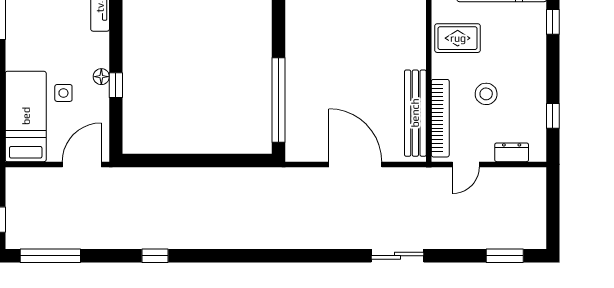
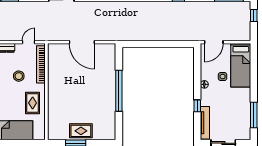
rug: (458, 38) -> (33, 103), turned 90
window: (116, 85) -> (197, 106), moved
window: (278, 100) -> (119, 91), moved
bench: (415, 113) -> (53, 67), removed

